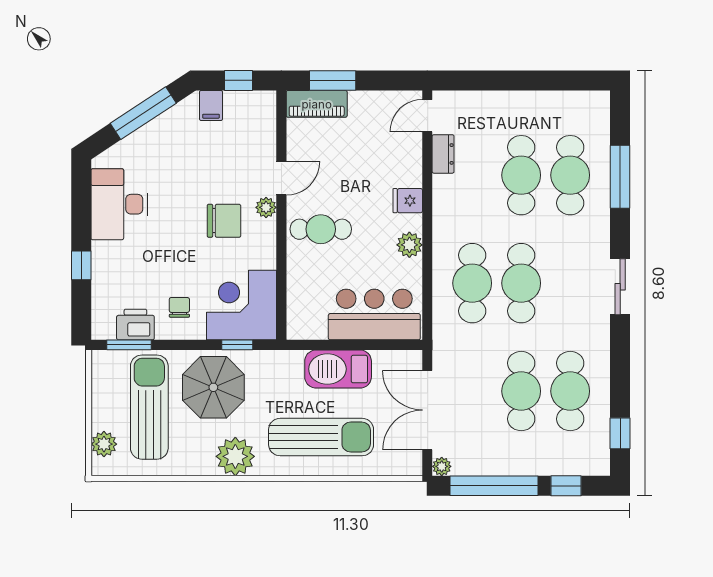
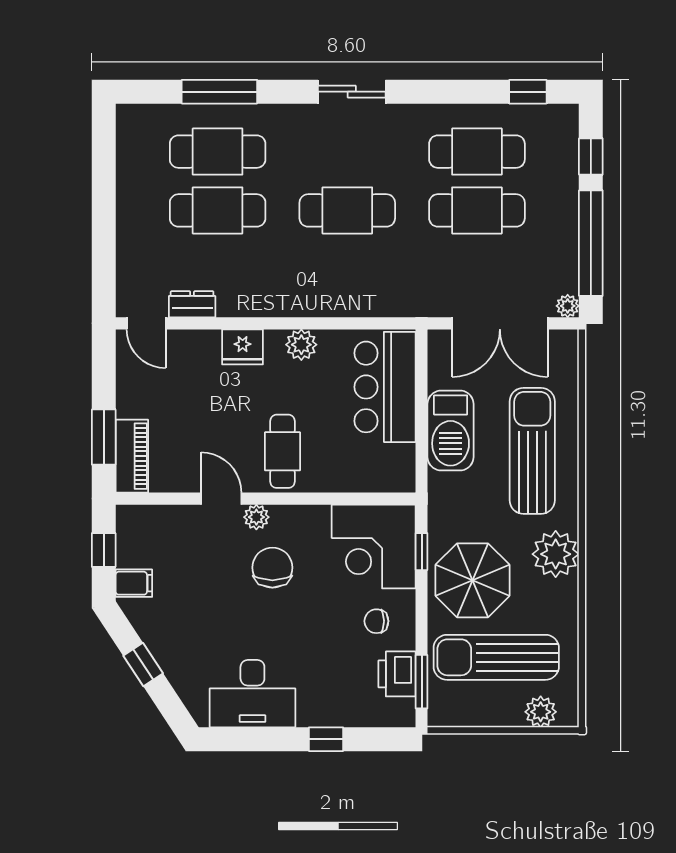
window: (143, 113) -> (143, 665), width x0.46
fridge: (408, 201) -> (243, 347), width x1.38
cafe table: (472, 283) -> (347, 269), removed

